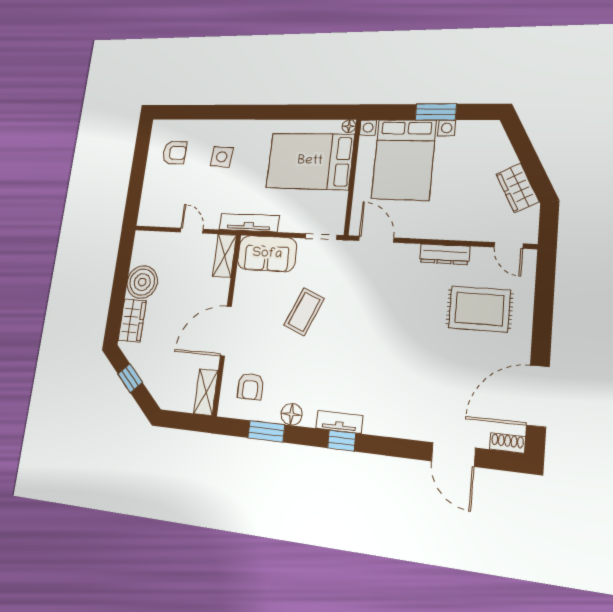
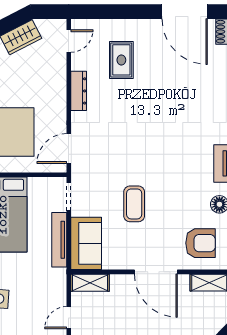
tv unit: (249, 223) -> (59, 240), moved
rug: (479, 309) -> (121, 60), width x0.73, depth x0.70
coffee table: (304, 312) -> (134, 204), turned 67
armchair: (250, 386) -> (200, 243), width x1.38, depth x1.38

